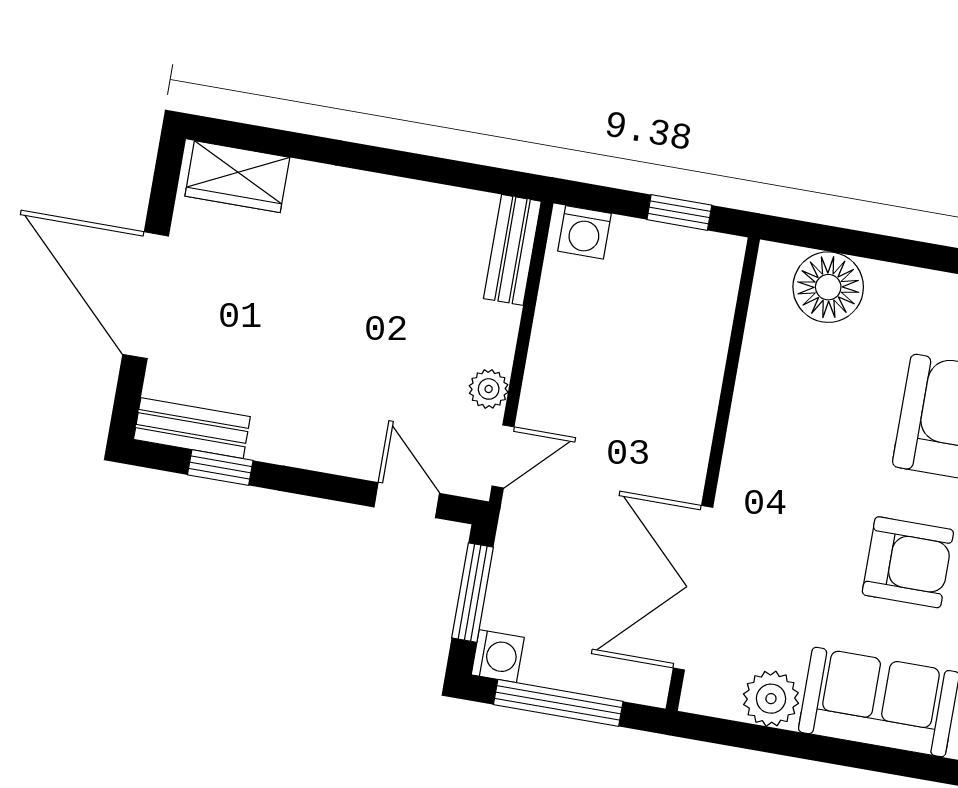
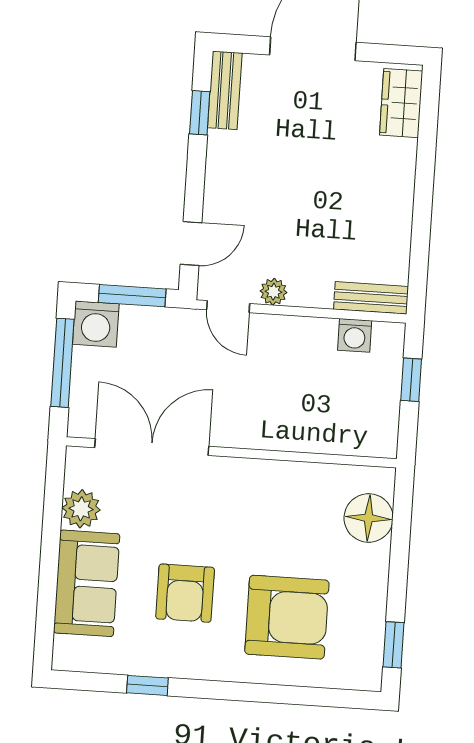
window: (679, 212) -> (411, 380), moved
washing machine: (585, 232) -> (355, 335), moved, turned -90
washing machine: (498, 656) -> (96, 324), width x1.38, depth x1.38

